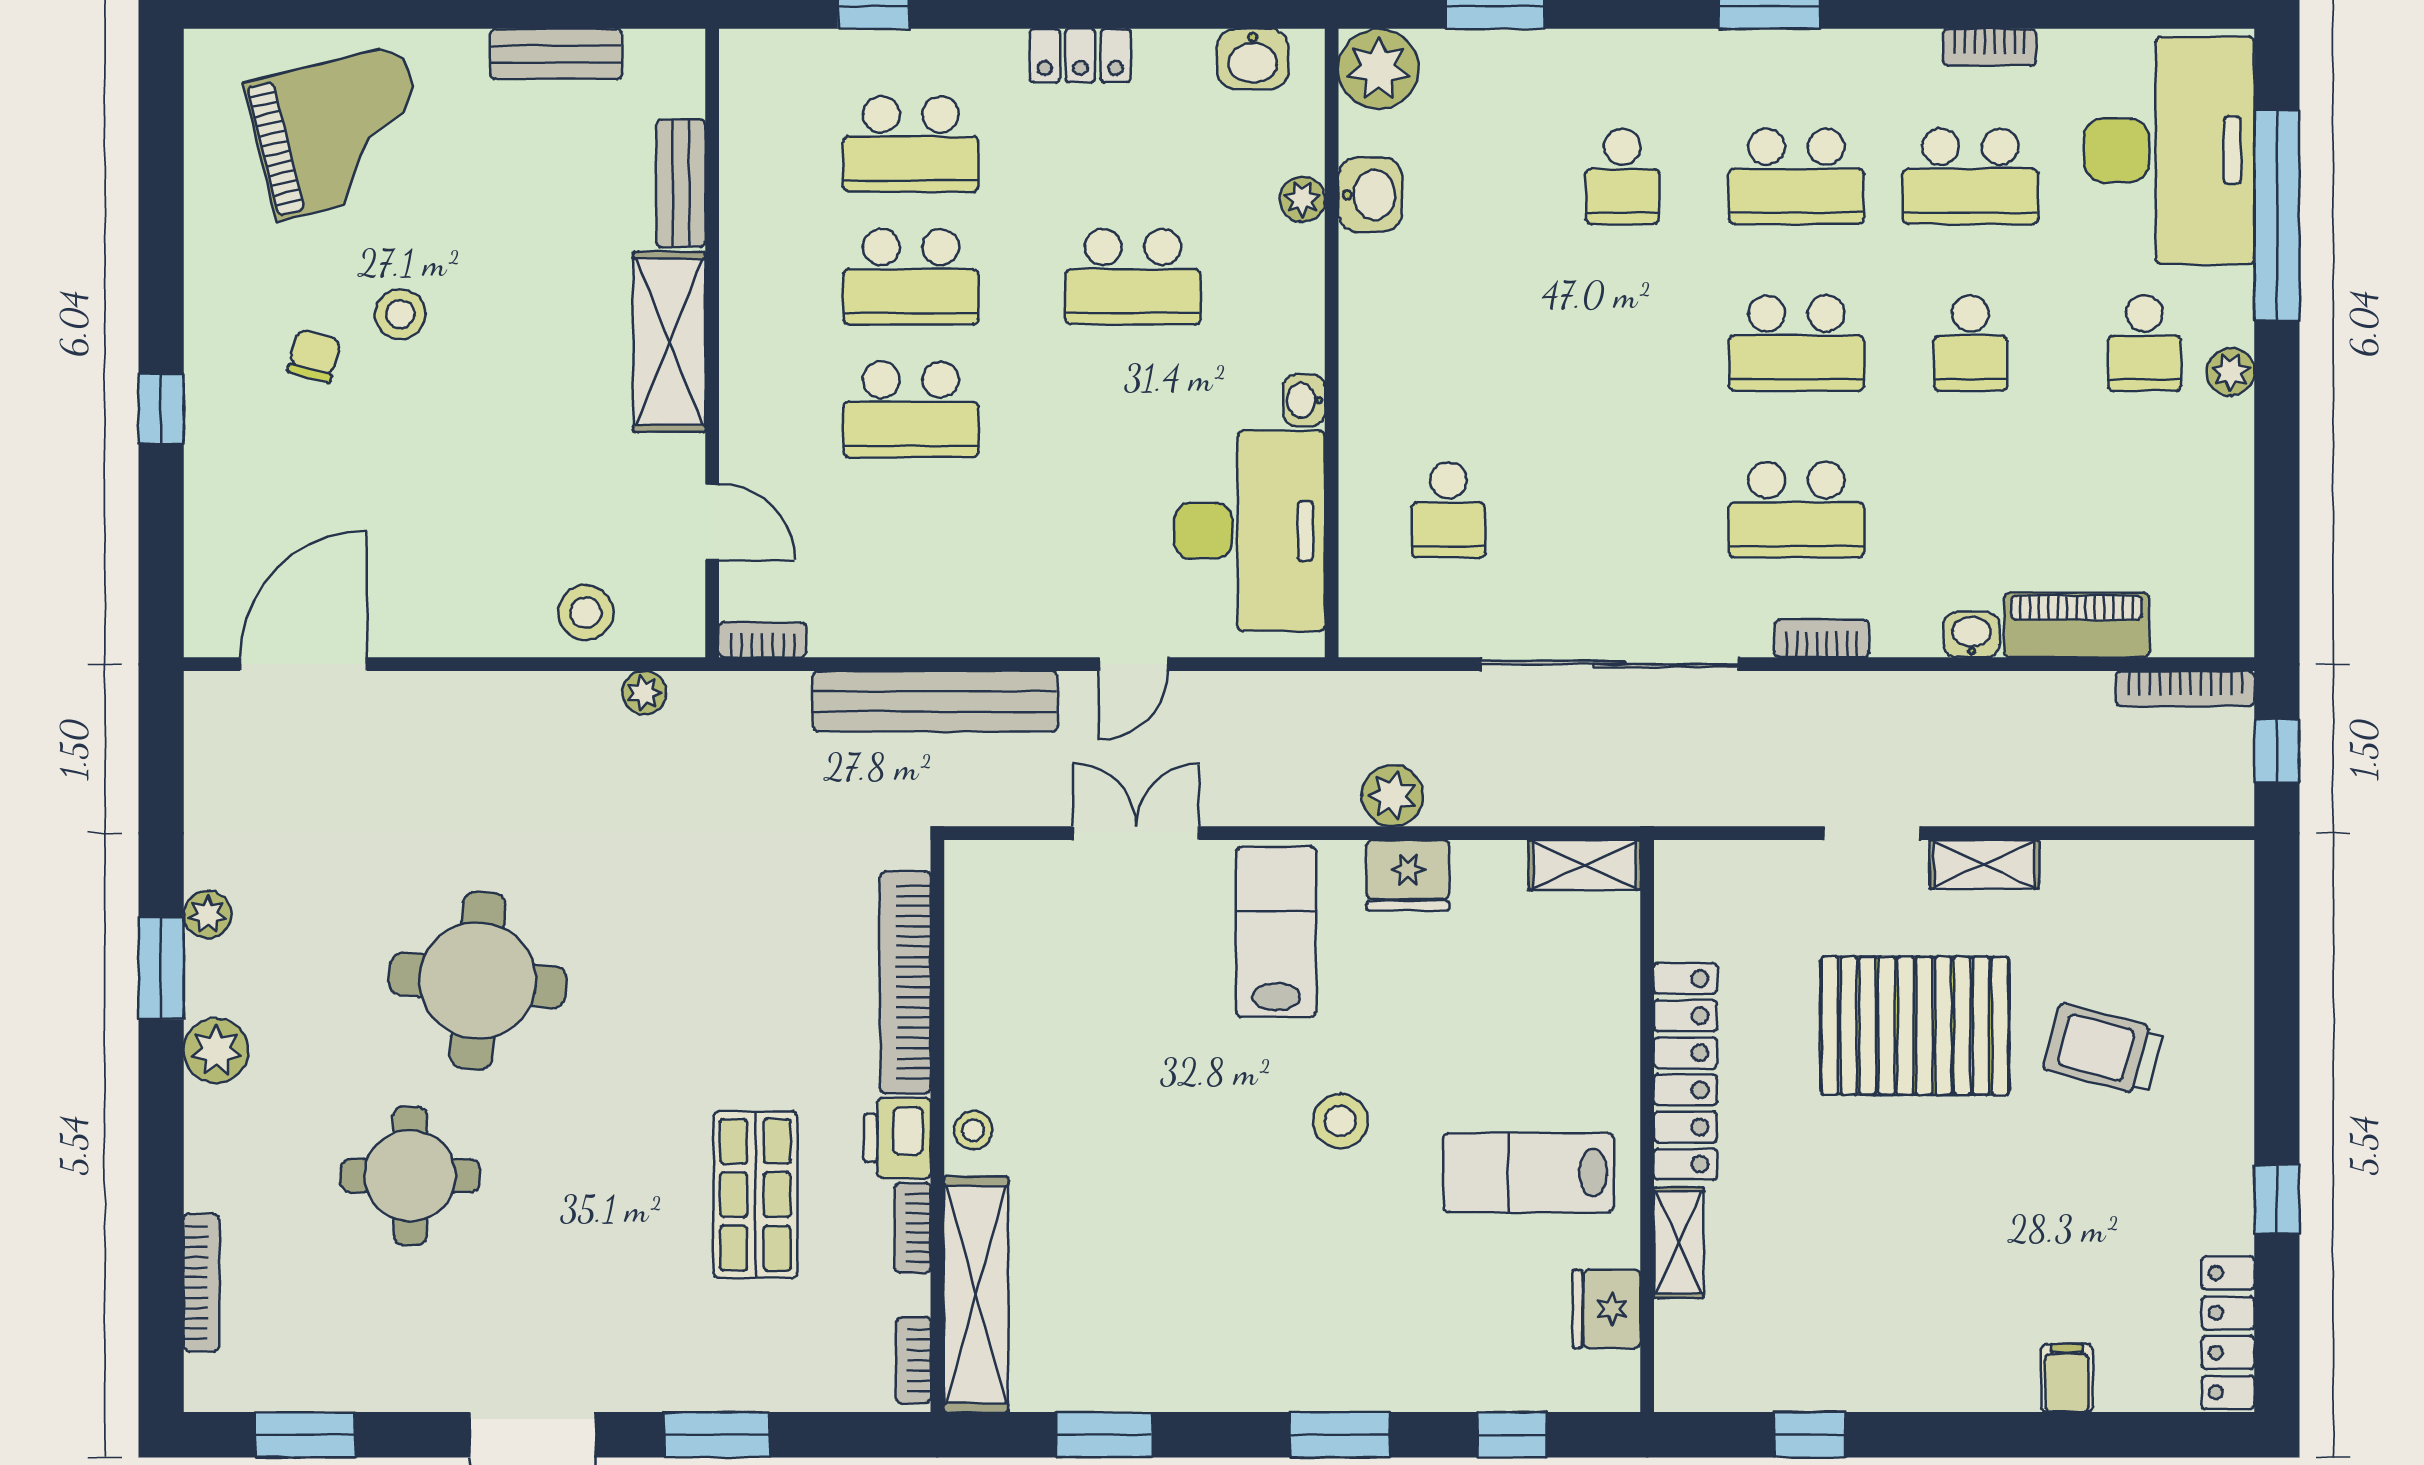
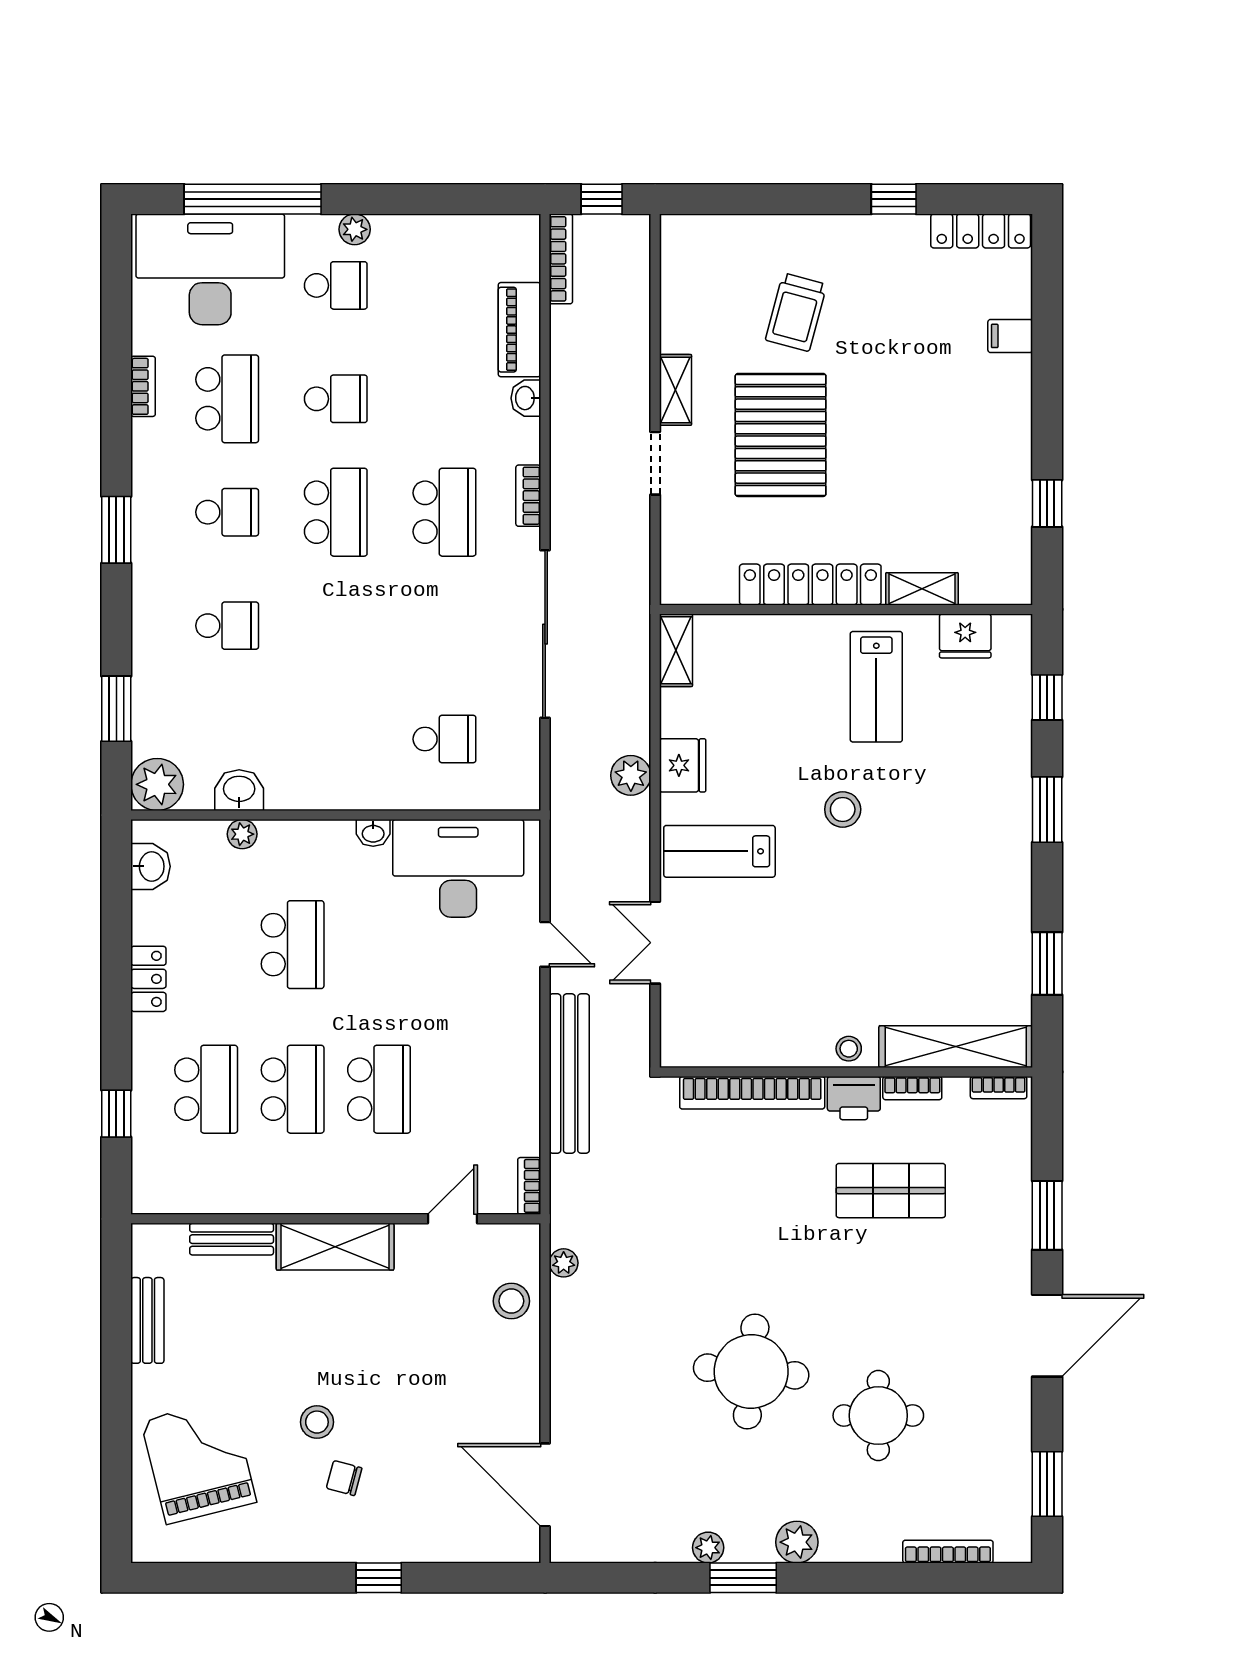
school desk: (1796, 176) -> (227, 512), width x0.54

